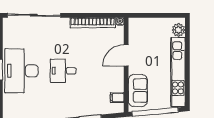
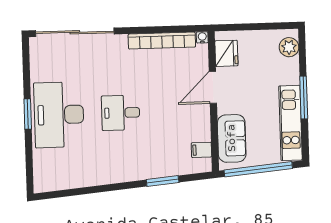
fridge: (136, 33) -> (226, 53), added
window: (187, 64) -> (304, 98), added
kitchen unit: (178, 72) -> (291, 123), width x0.73

